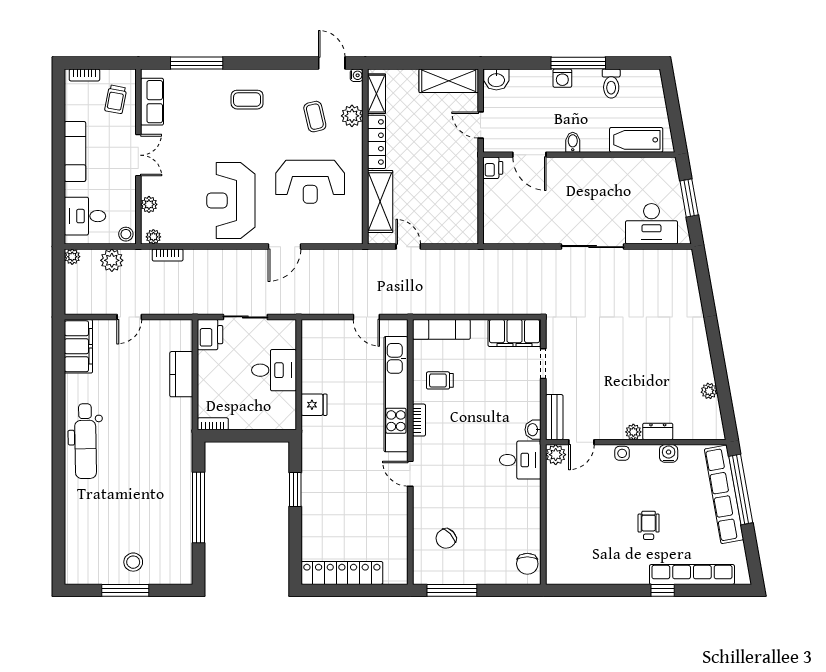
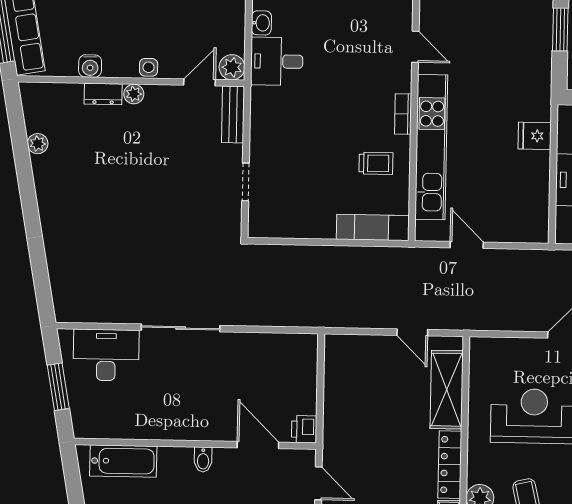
filing cabinet: (514, 333) -> (281, 221), removed
washbasin: (533, 430) -> (261, 23), moved

